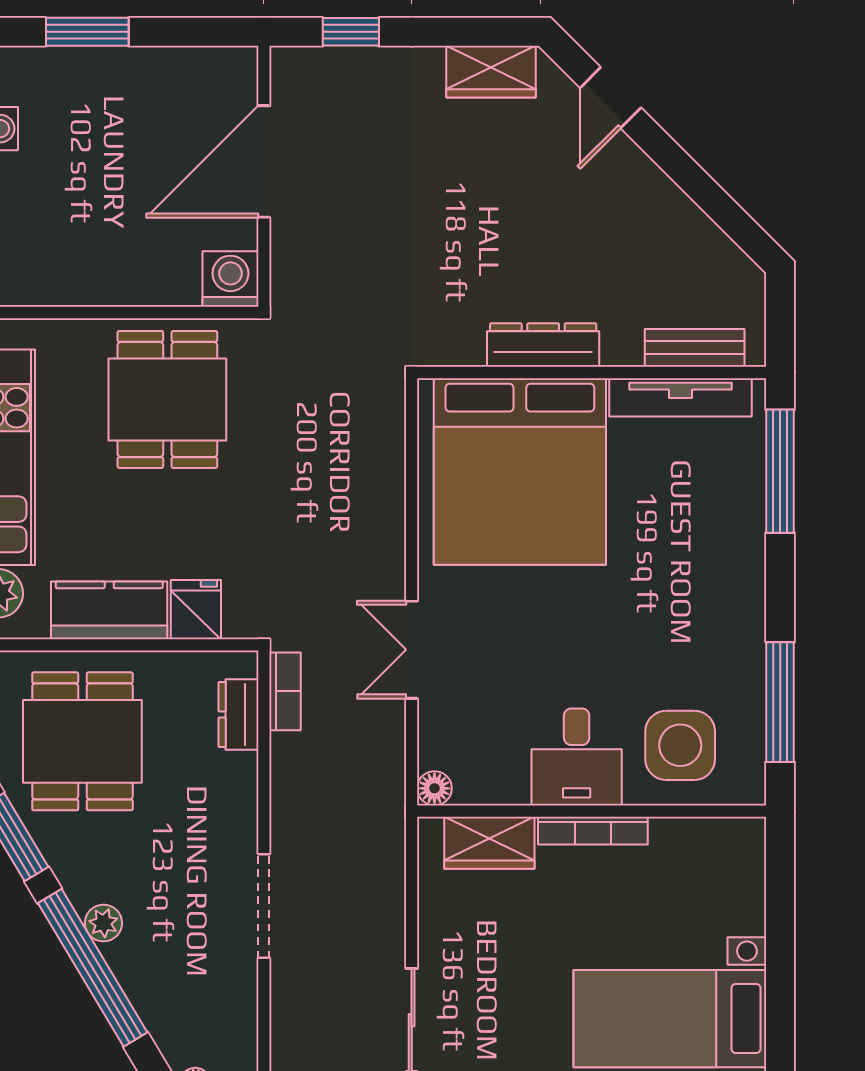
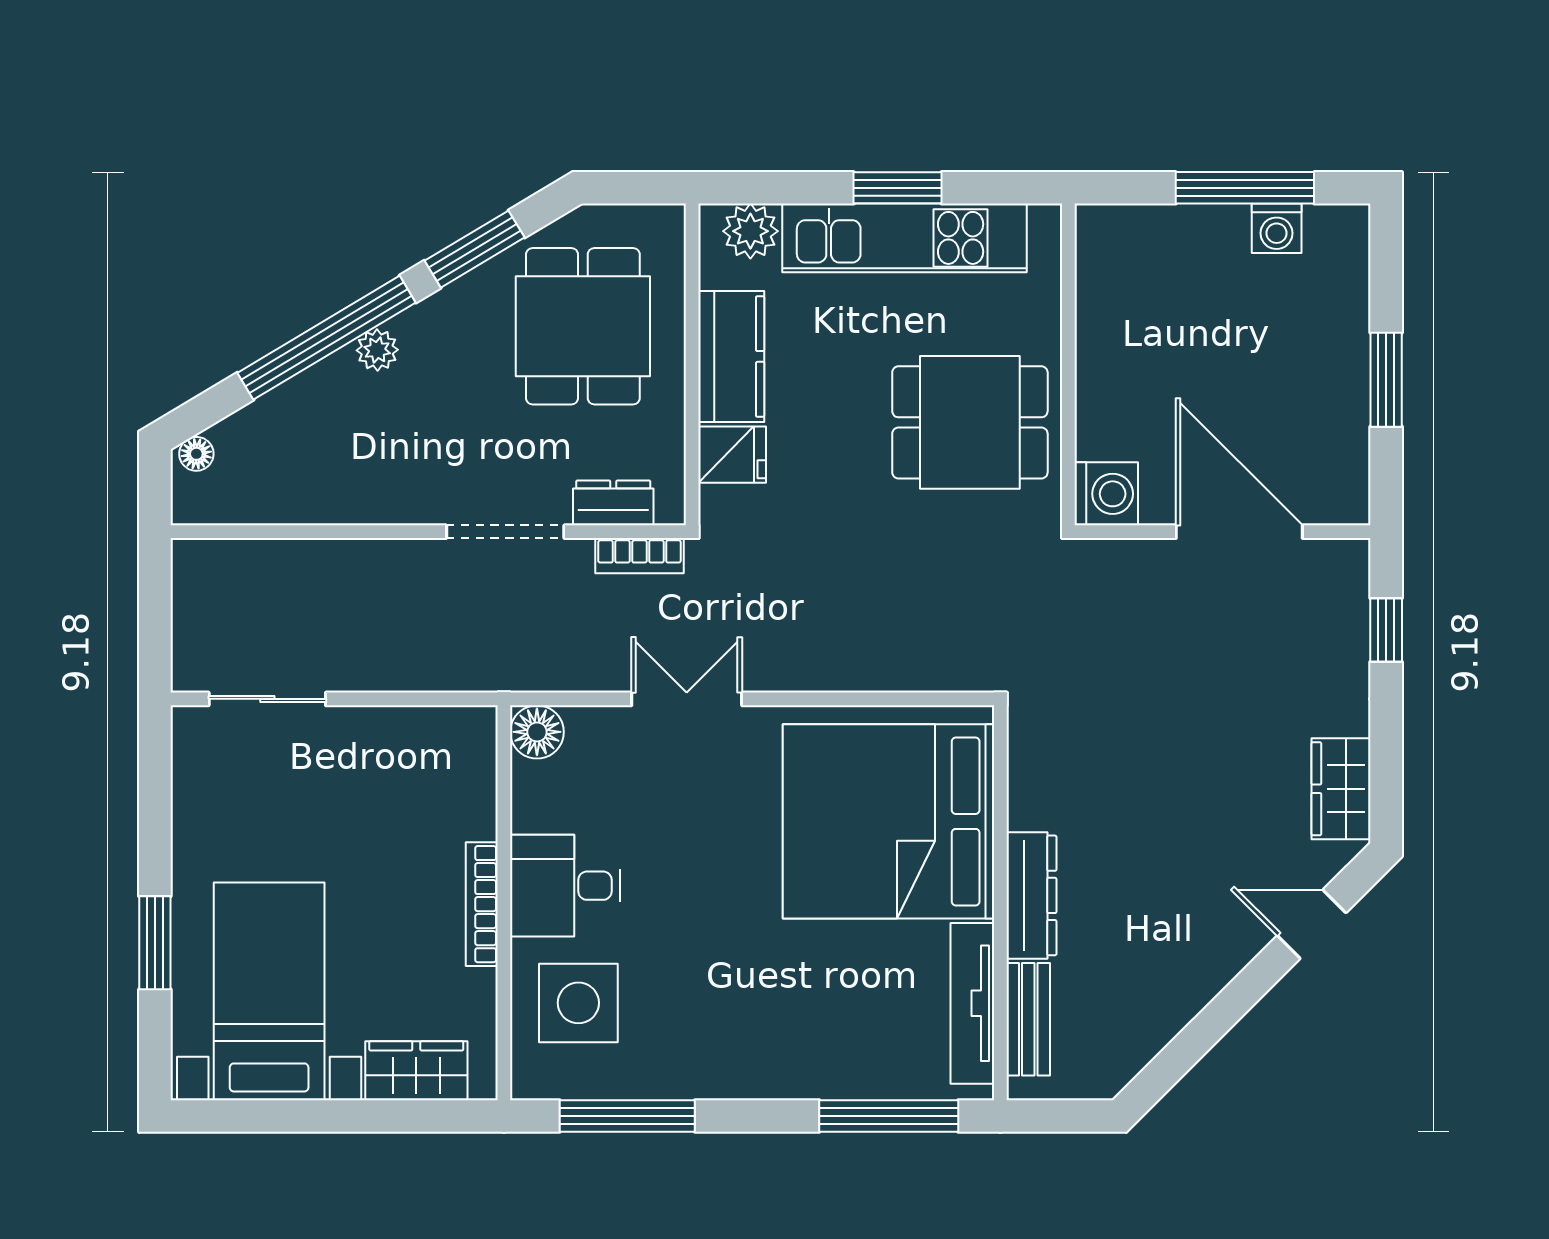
window: (87, 32) -> (1386, 380), moved
dresser: (543, 345) -> (1032, 895), moved
dining table: (82, 741) -> (583, 326), turned 90
floor lamp: (434, 788) -> (537, 732), width x1.37, depth x1.37
wardrobe: (489, 843) -> (416, 1071), moved, turned 90
doorway: (264, 906) -> (505, 532), moved

